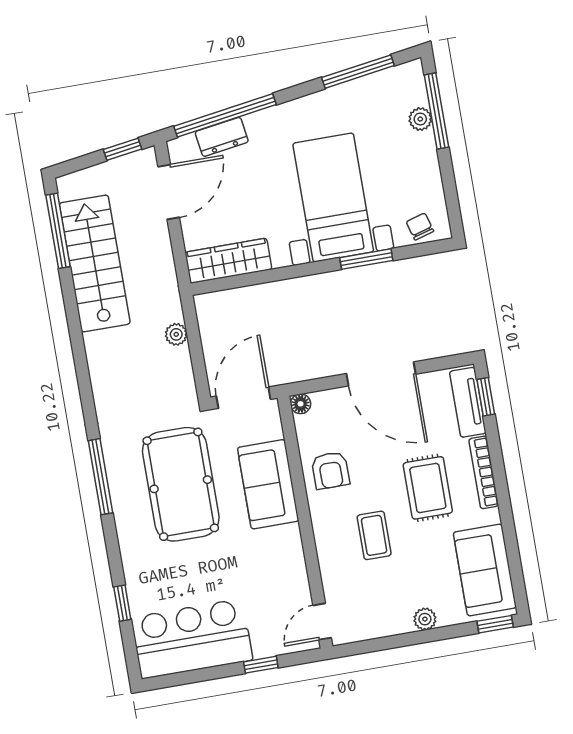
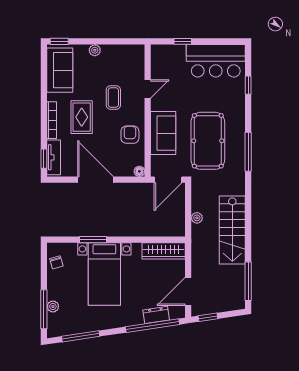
chair: (420, 227) -> (56, 262), moved
stairs: (95, 263) -> (232, 230), moved
door: (322, 622) -> (148, 89), moved

